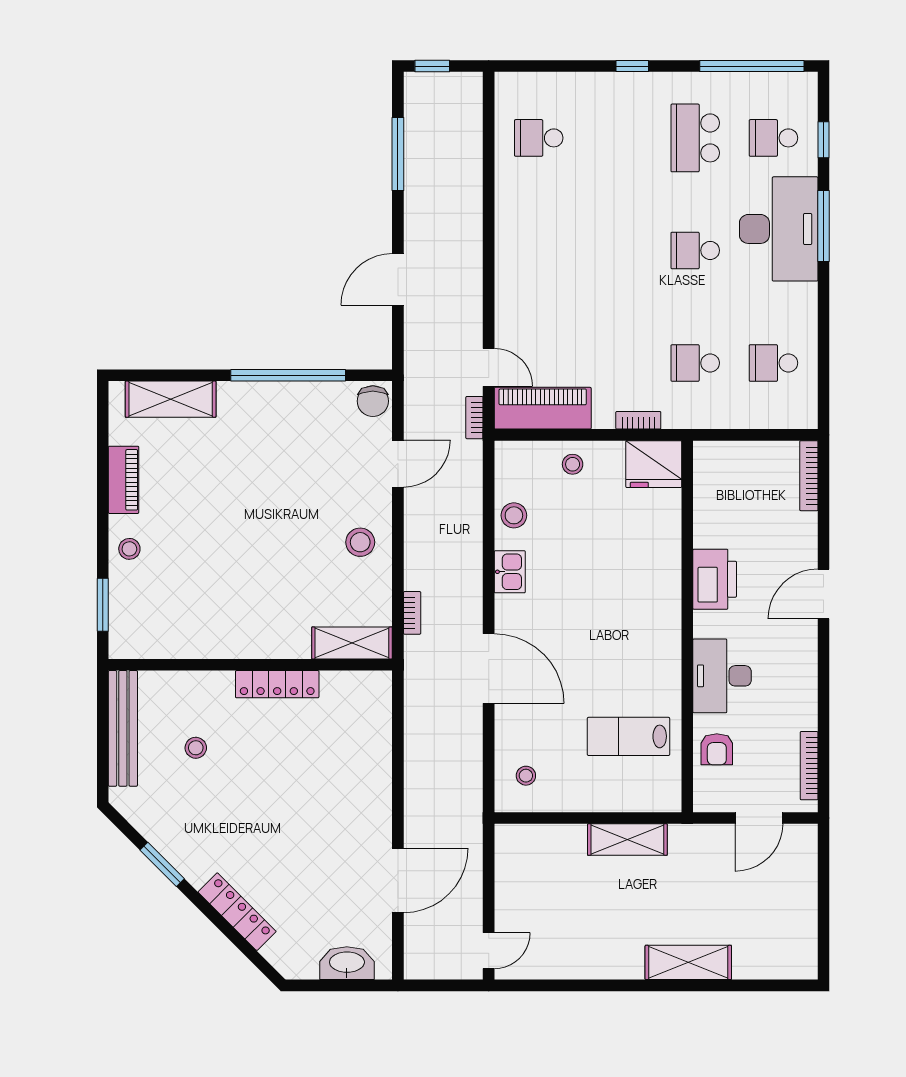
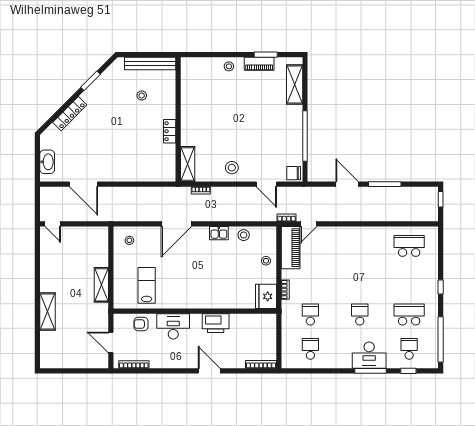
school desk: (539, 138) -> (409, 246), width x1.85
window: (398, 154) -> (385, 184), moved
desk: (779, 229) -> (369, 355), width x0.73, depth x0.77
window: (103, 605) -> (266, 55), moved
locker: (277, 684) -> (170, 131), width x0.66

